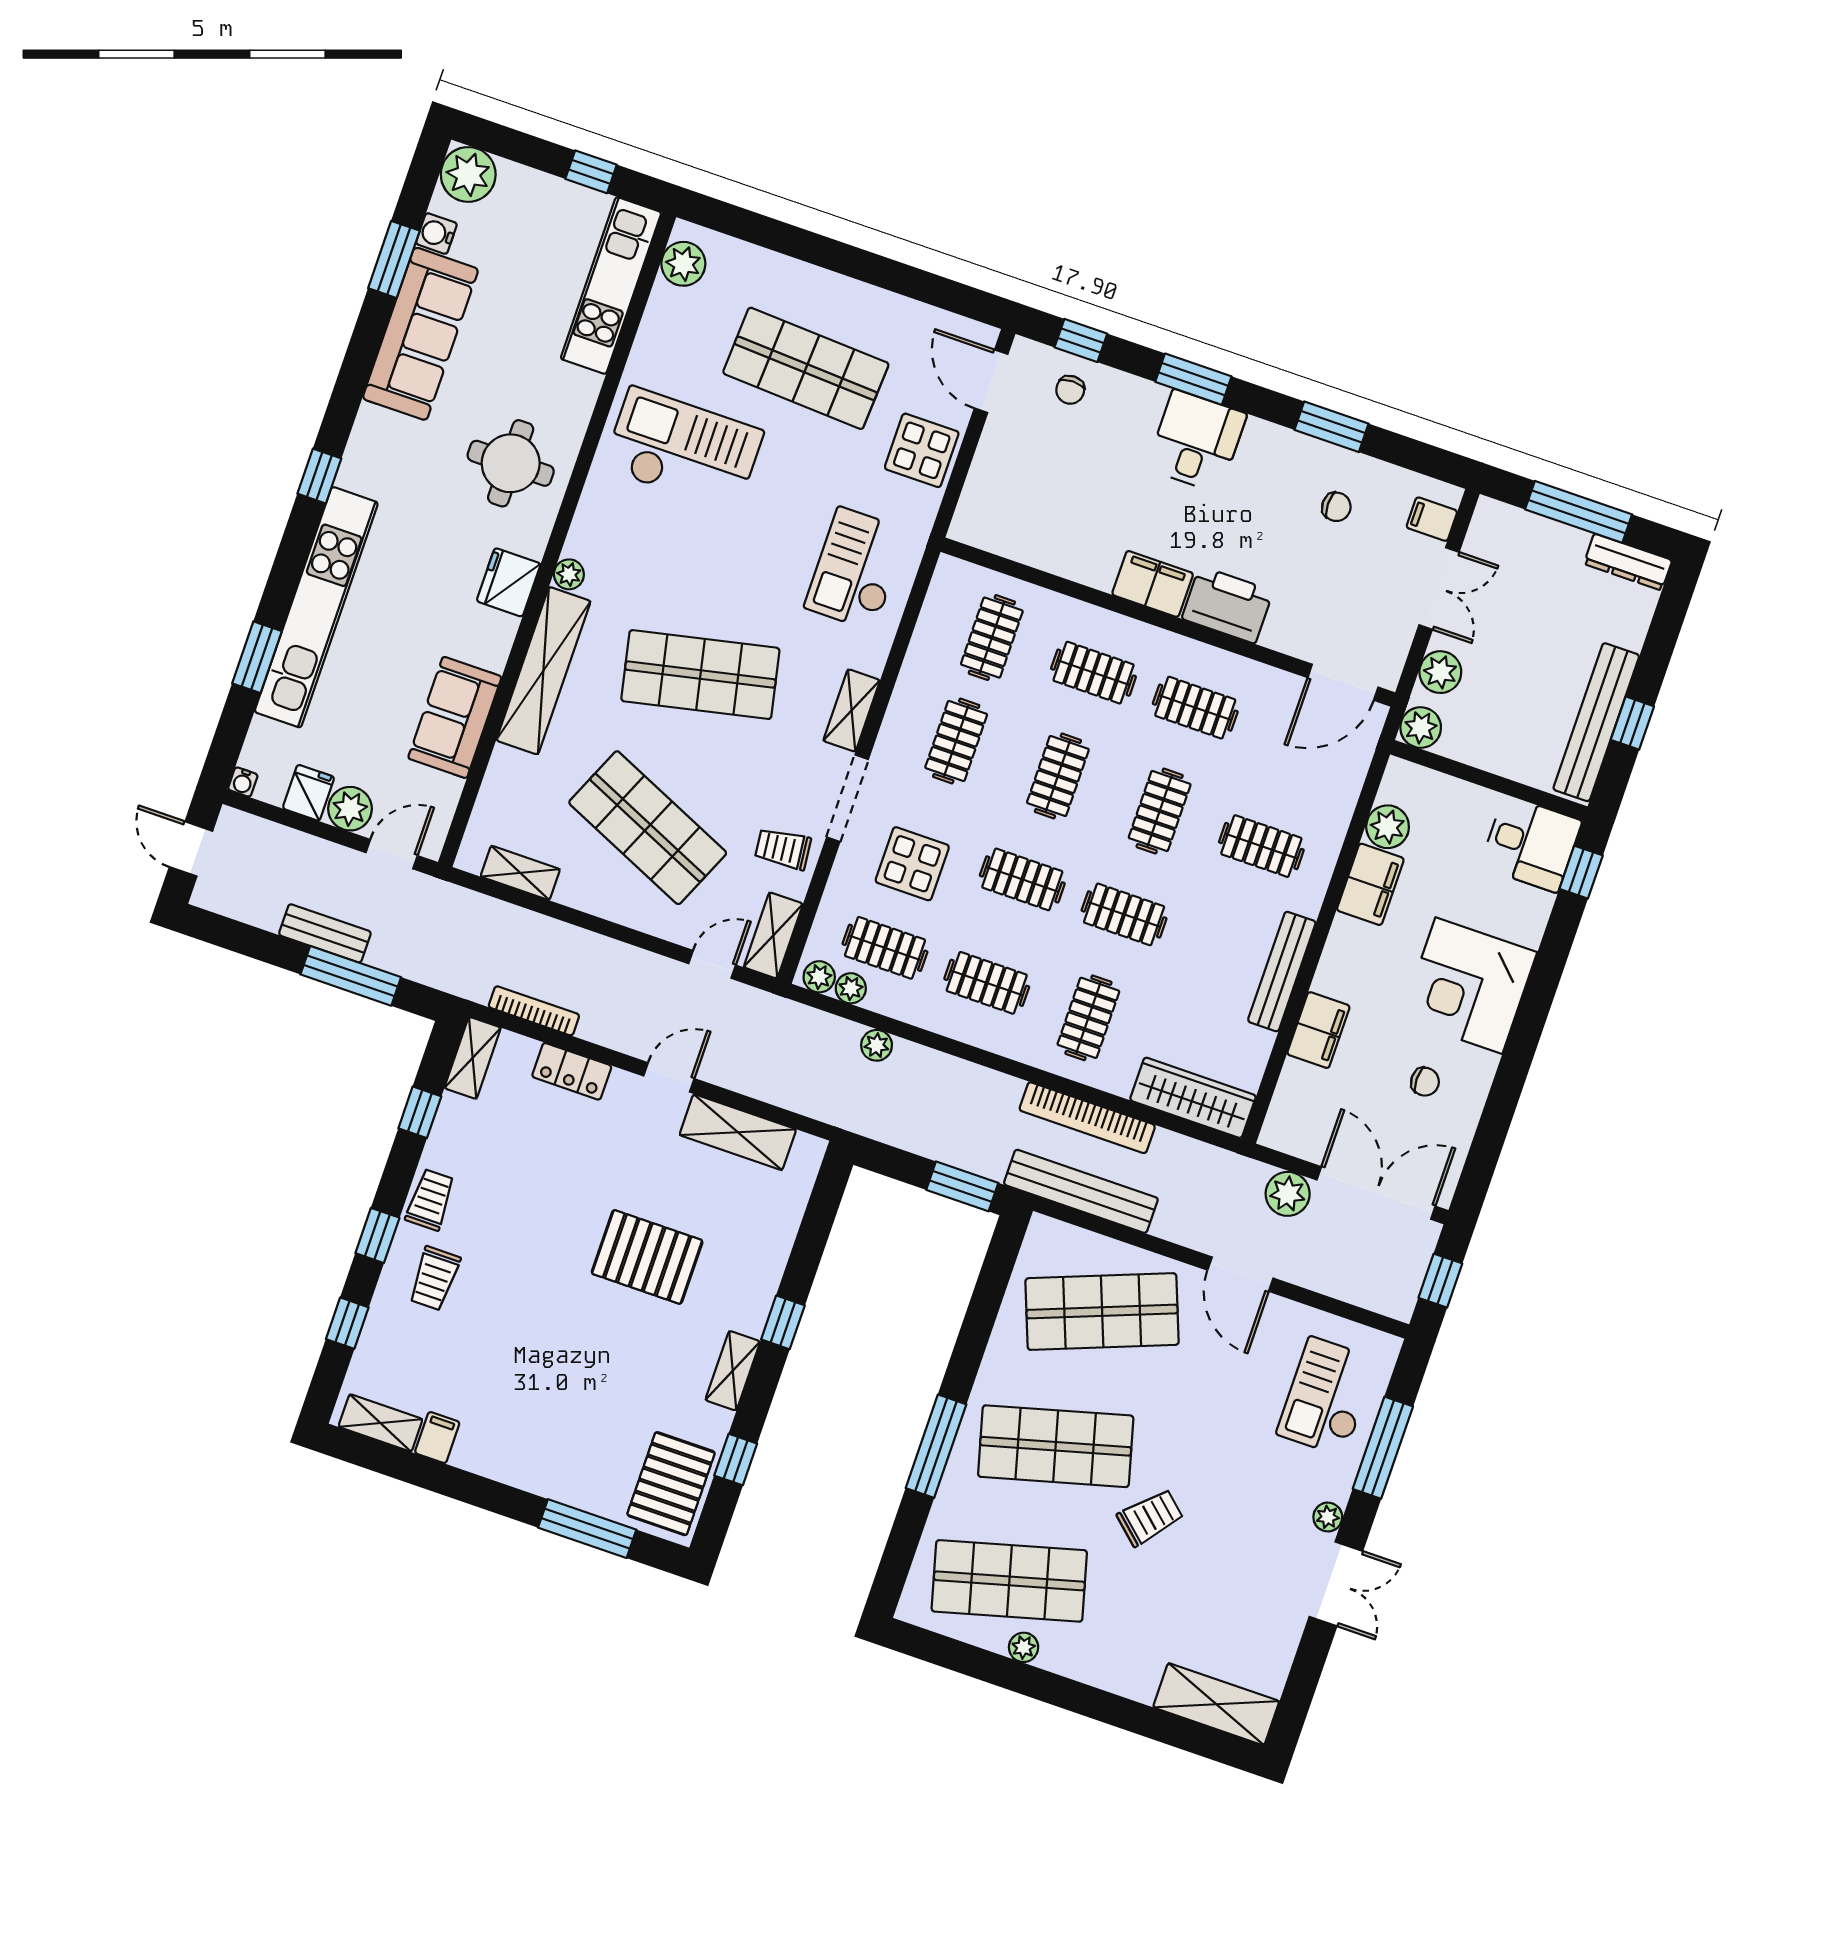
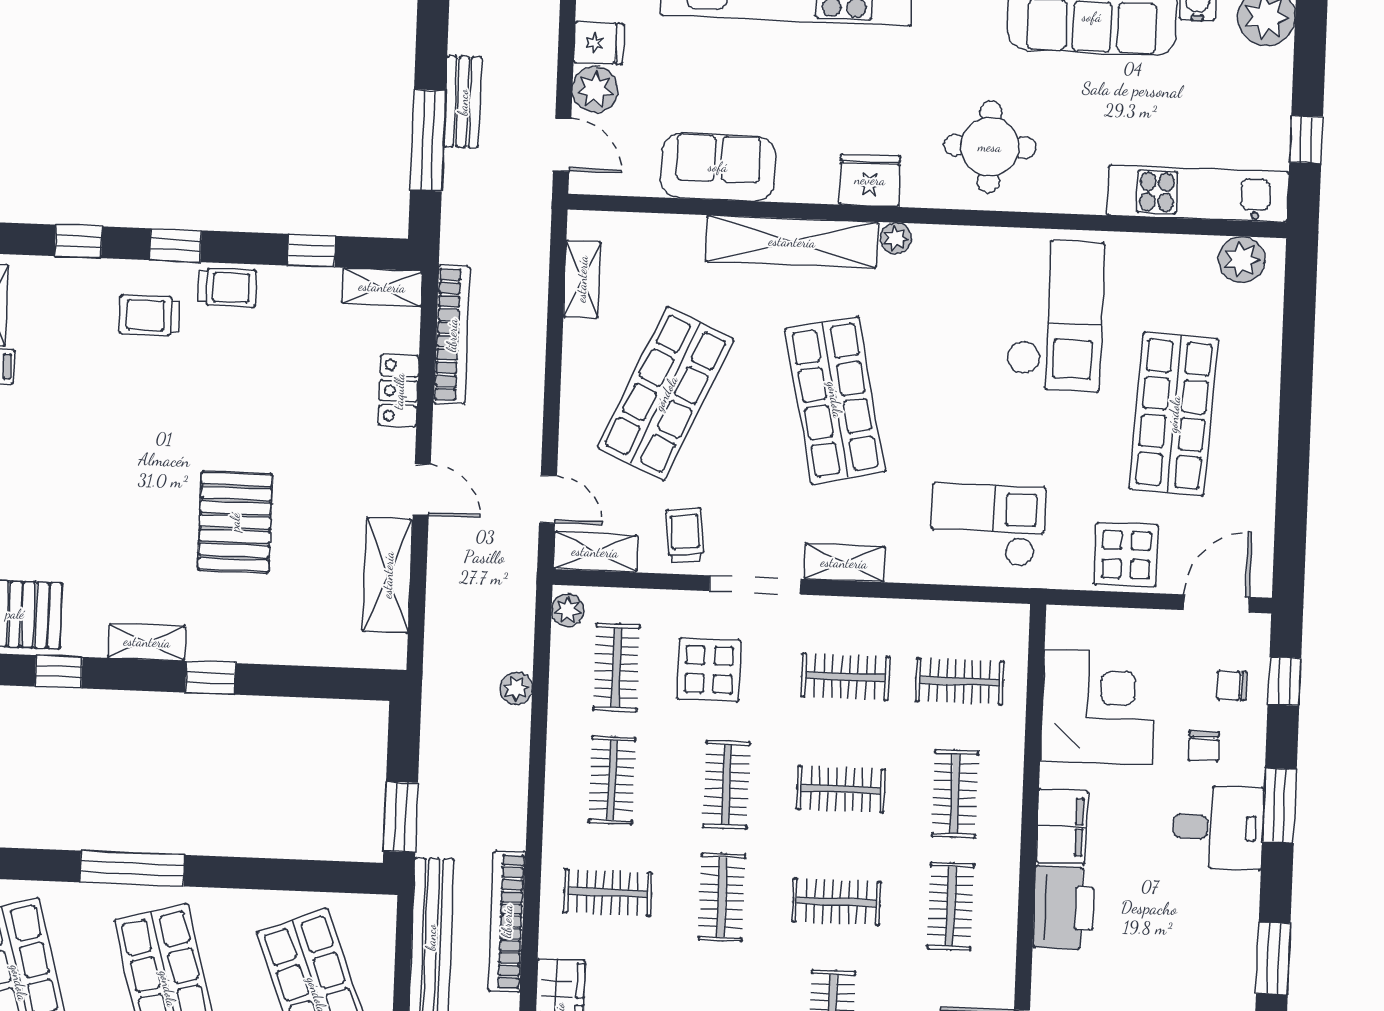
chair: (1336, 507) -> (1204, 746), moved
corner desk: (1053, 518) -> (1098, 707), added
plant: (851, 988) -> (566, 645), removed
bookcase: (534, 1011) -> (452, 335), width x1.48, depth x1.31

